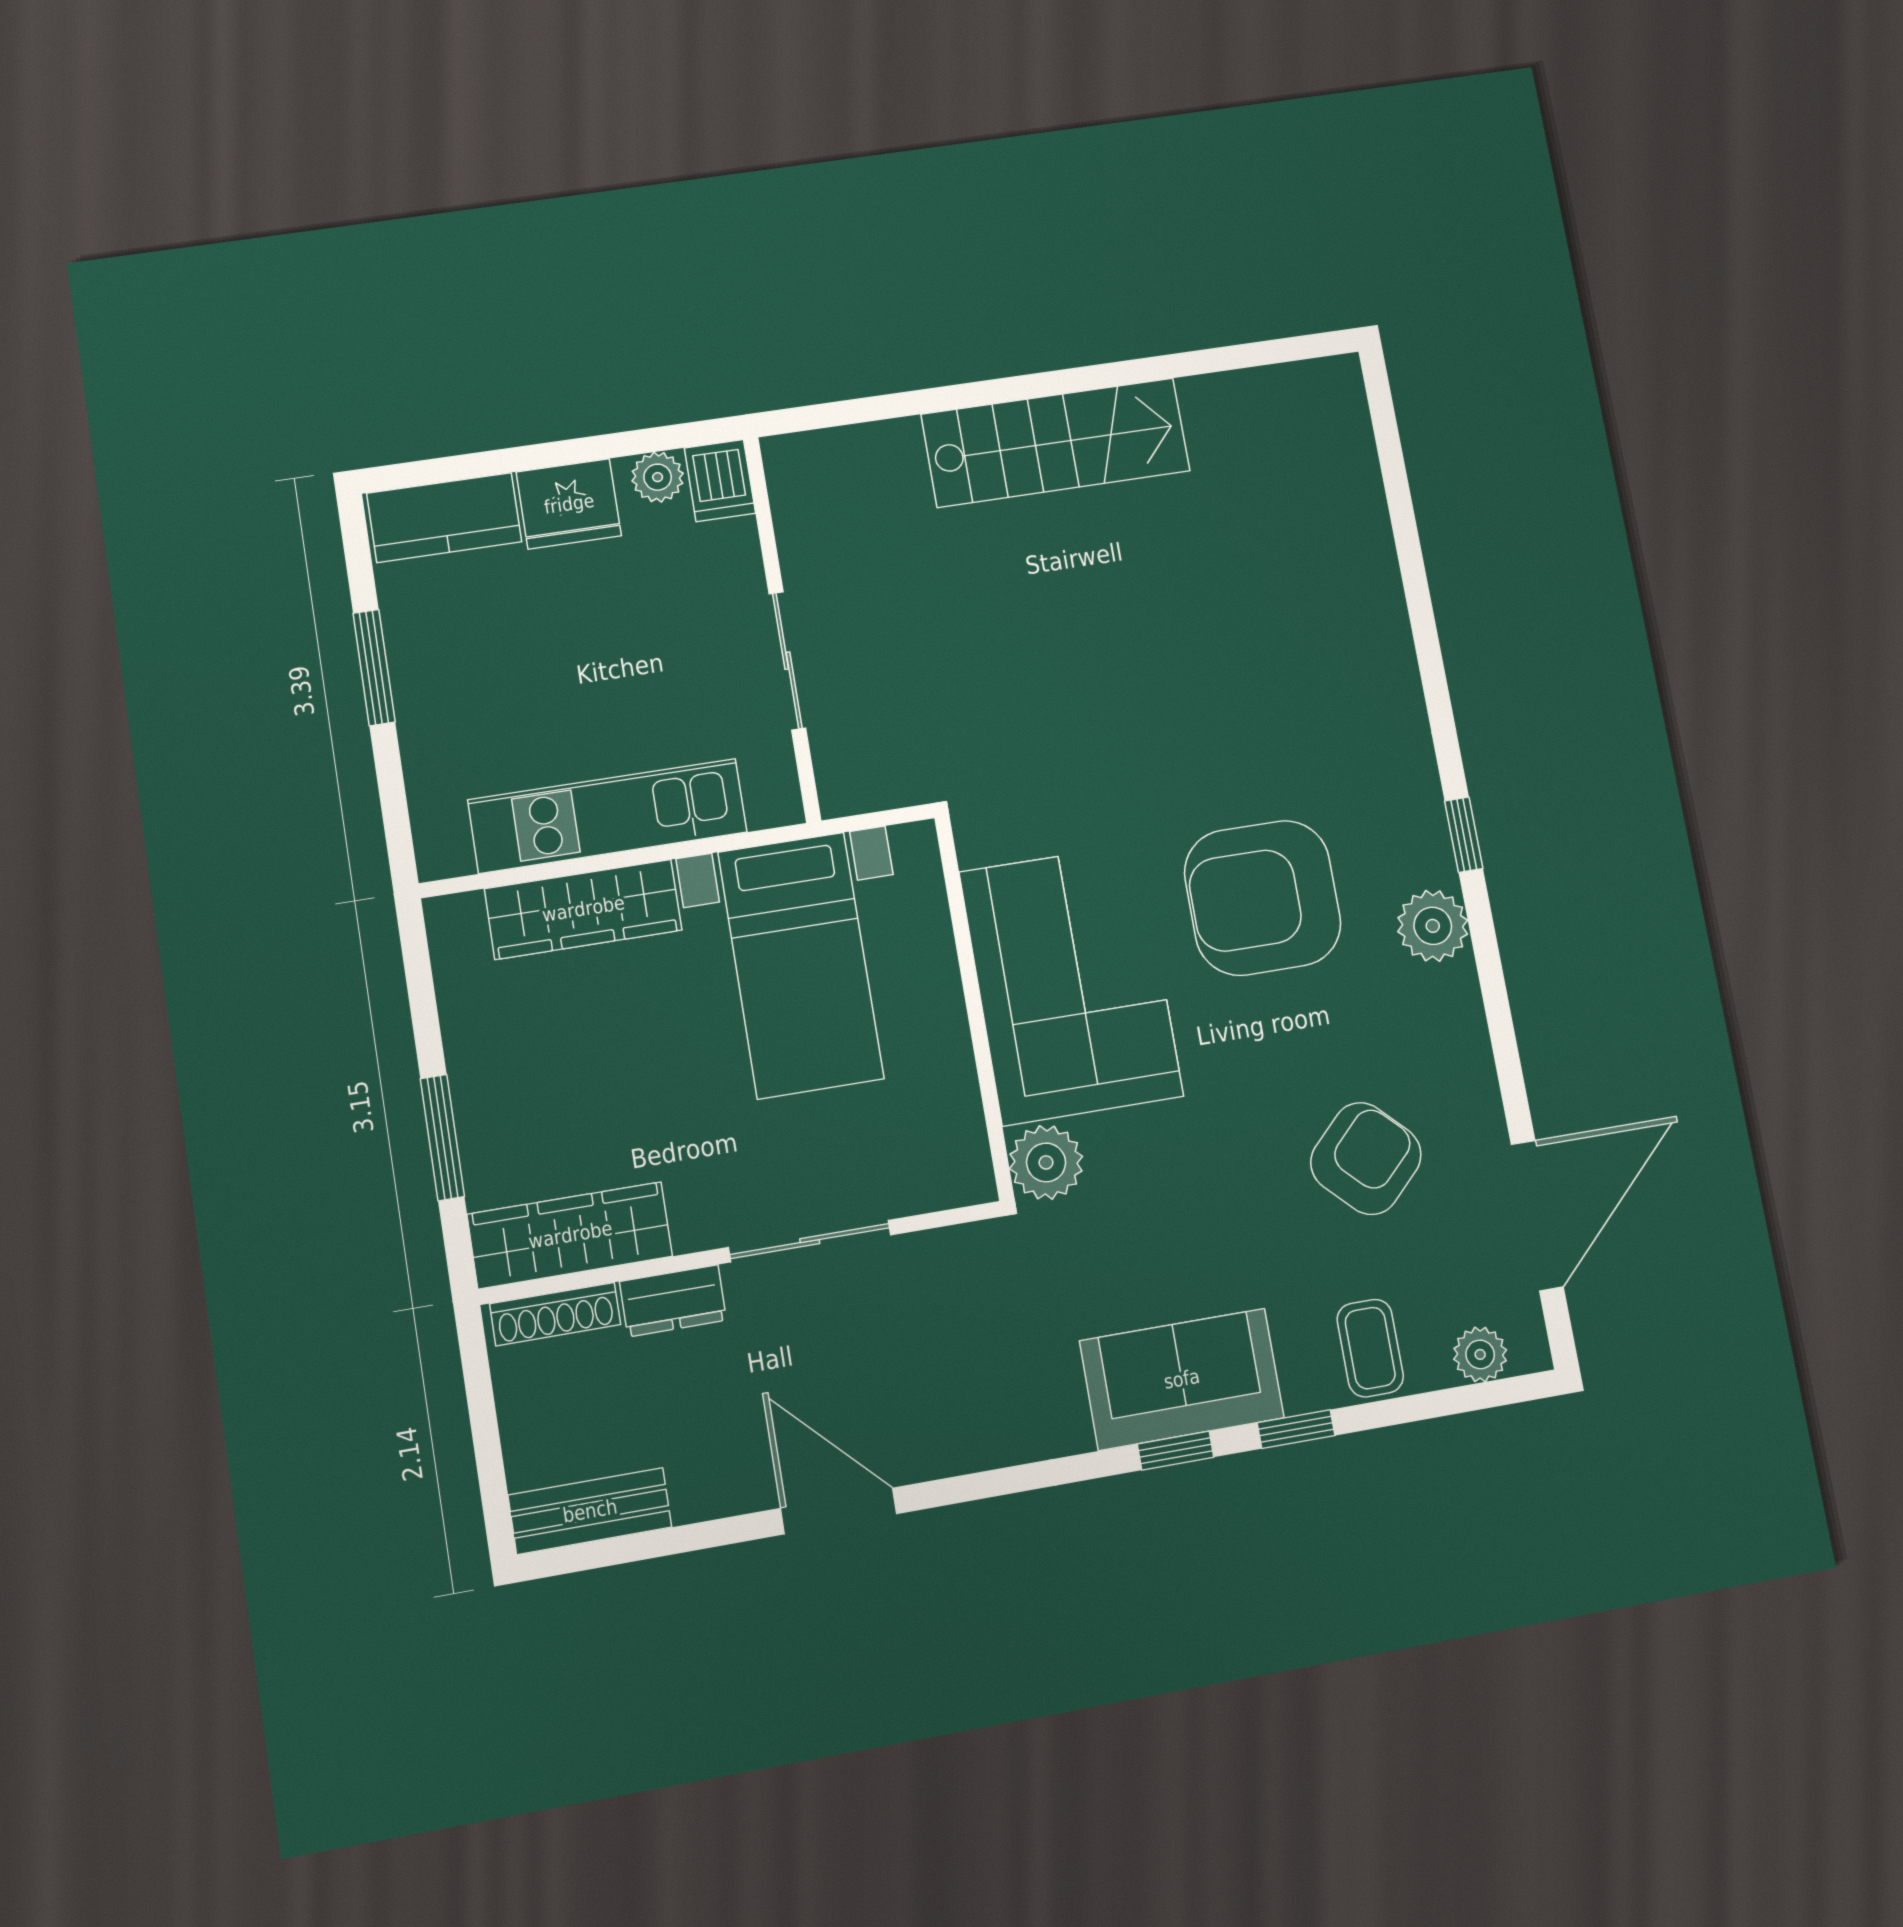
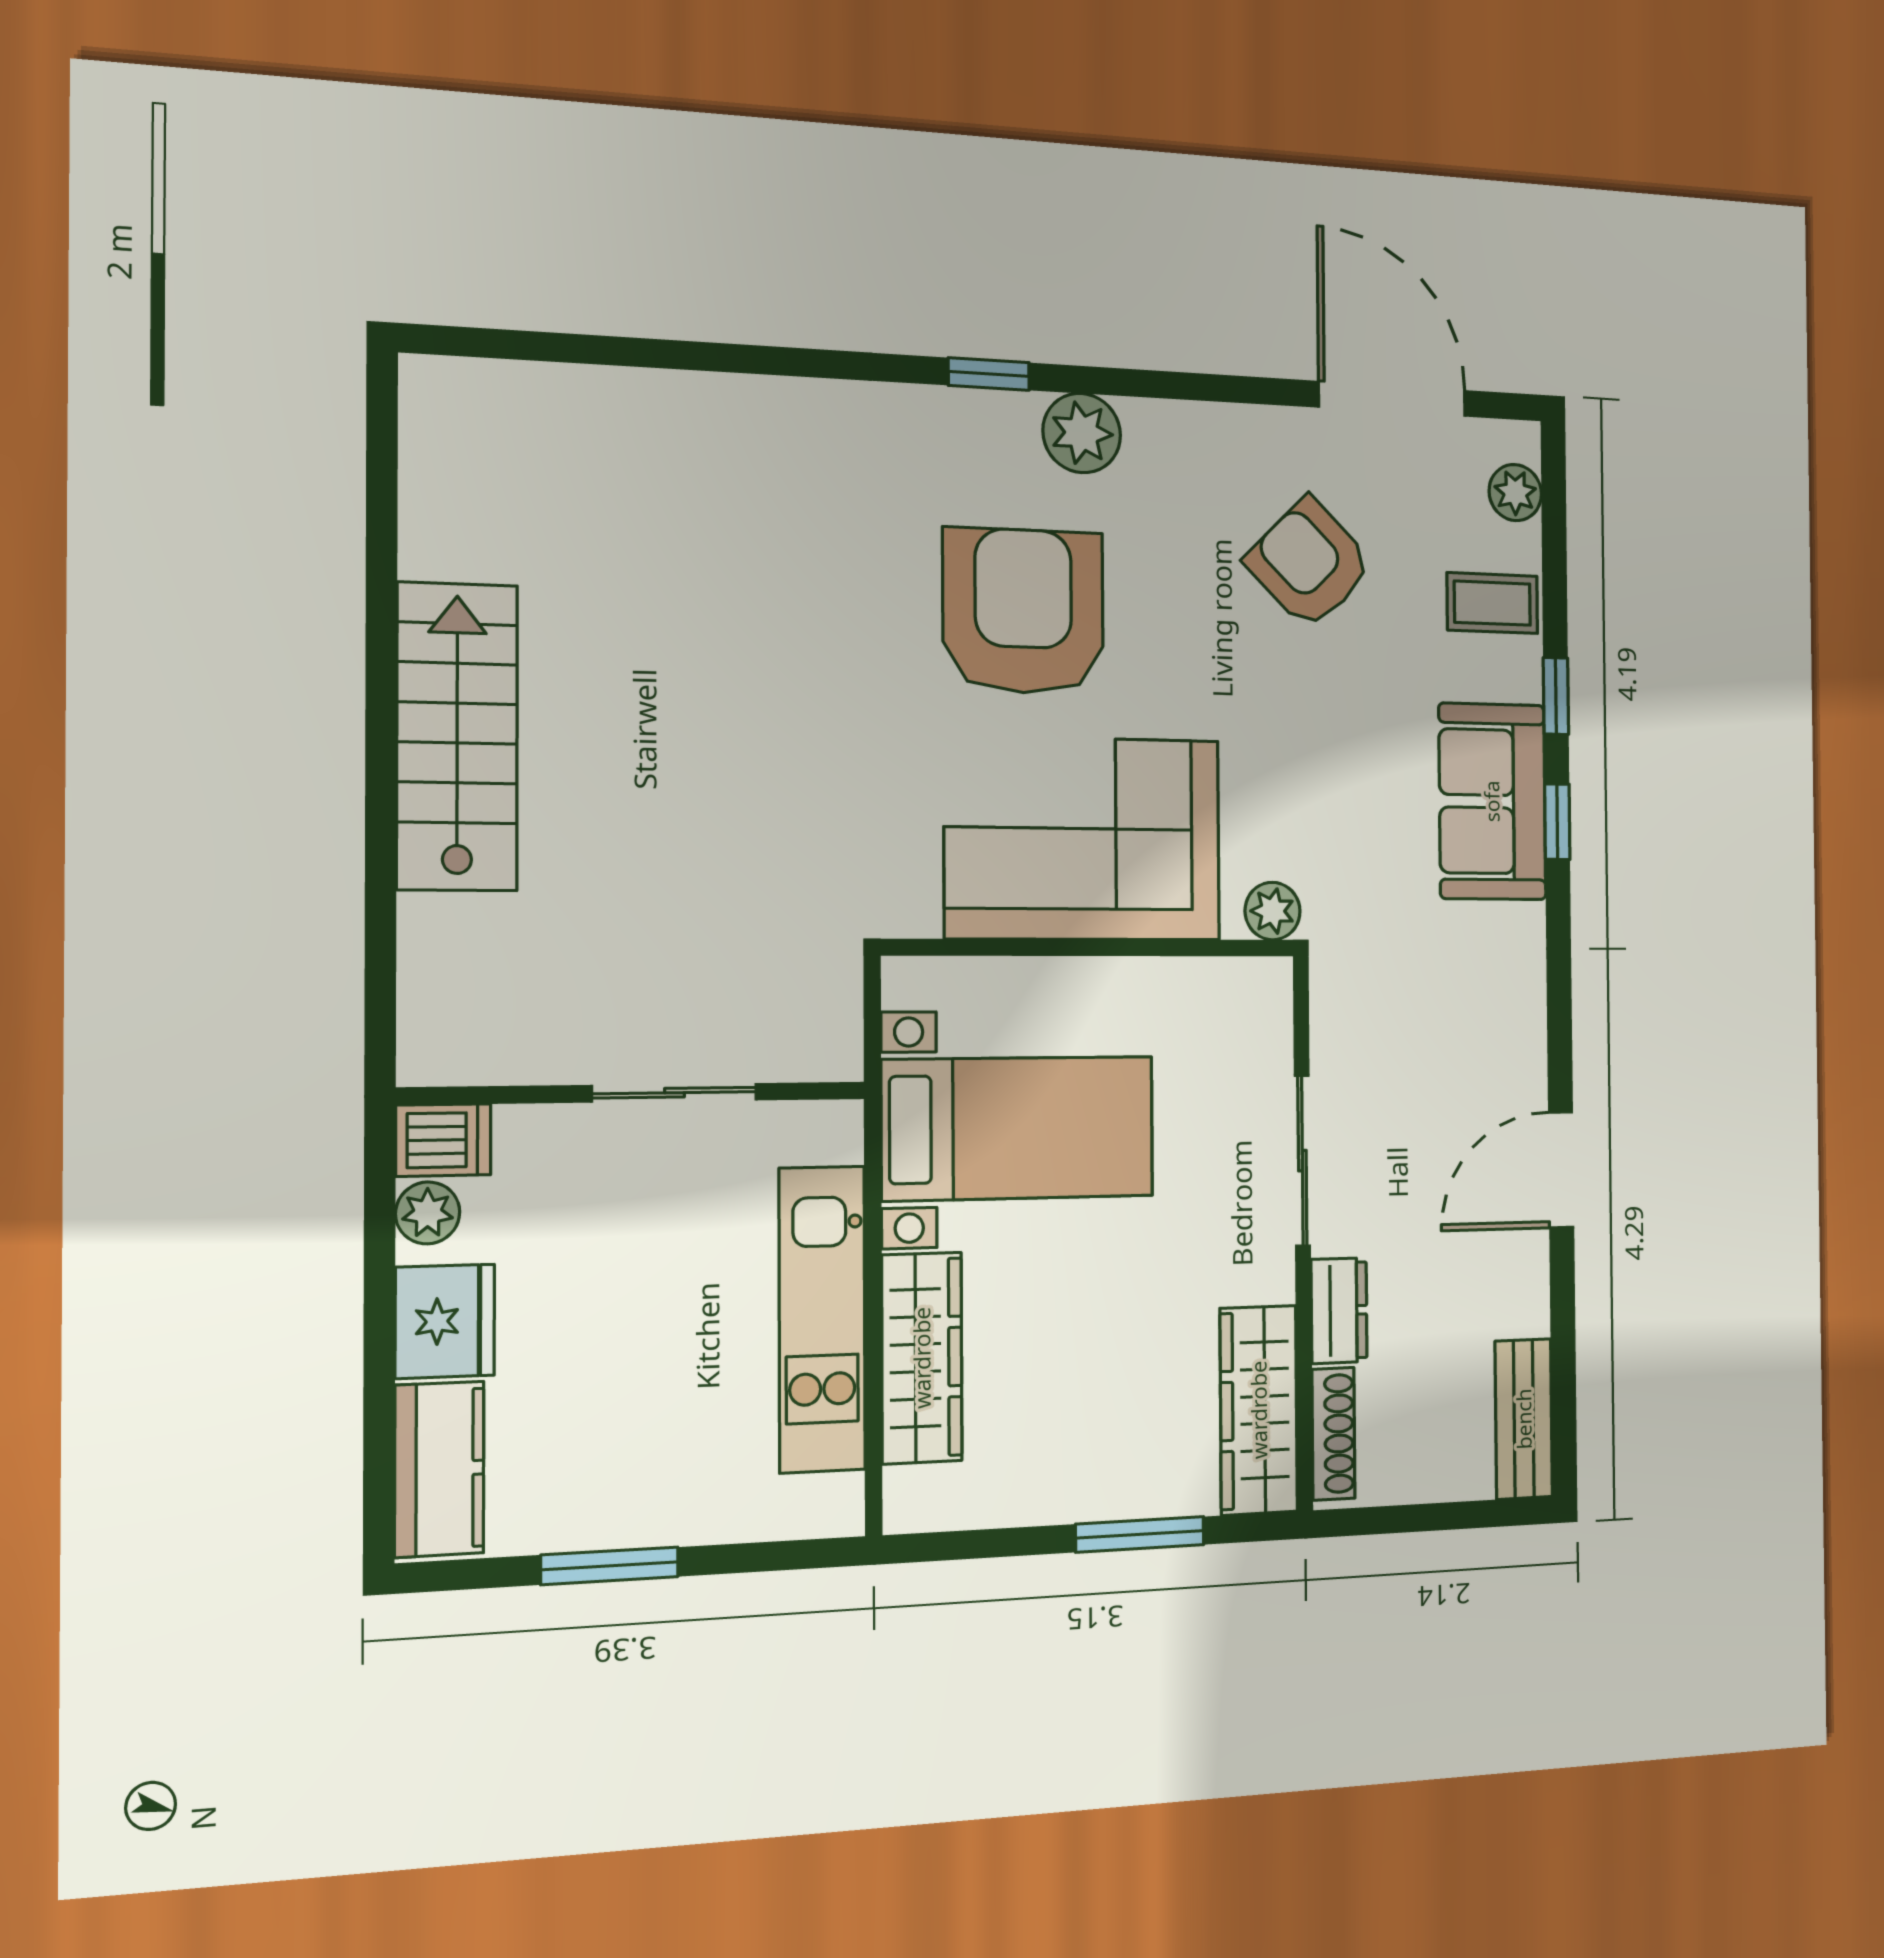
armchair: (1263, 898) -> (1023, 611), turned 180
plant: (1046, 1162) -> (1273, 911), width x0.73, depth x0.73

